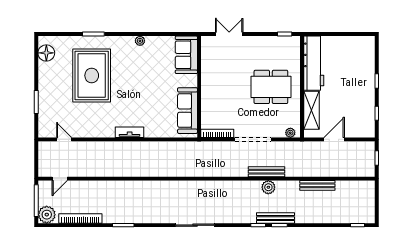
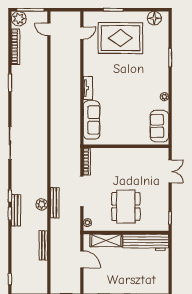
sofa: (186, 55) -> (159, 126), moved, turned -90
rug: (92, 76) -> (120, 38), moved
sofa: (187, 111) -> (92, 120), moved, turned 90

